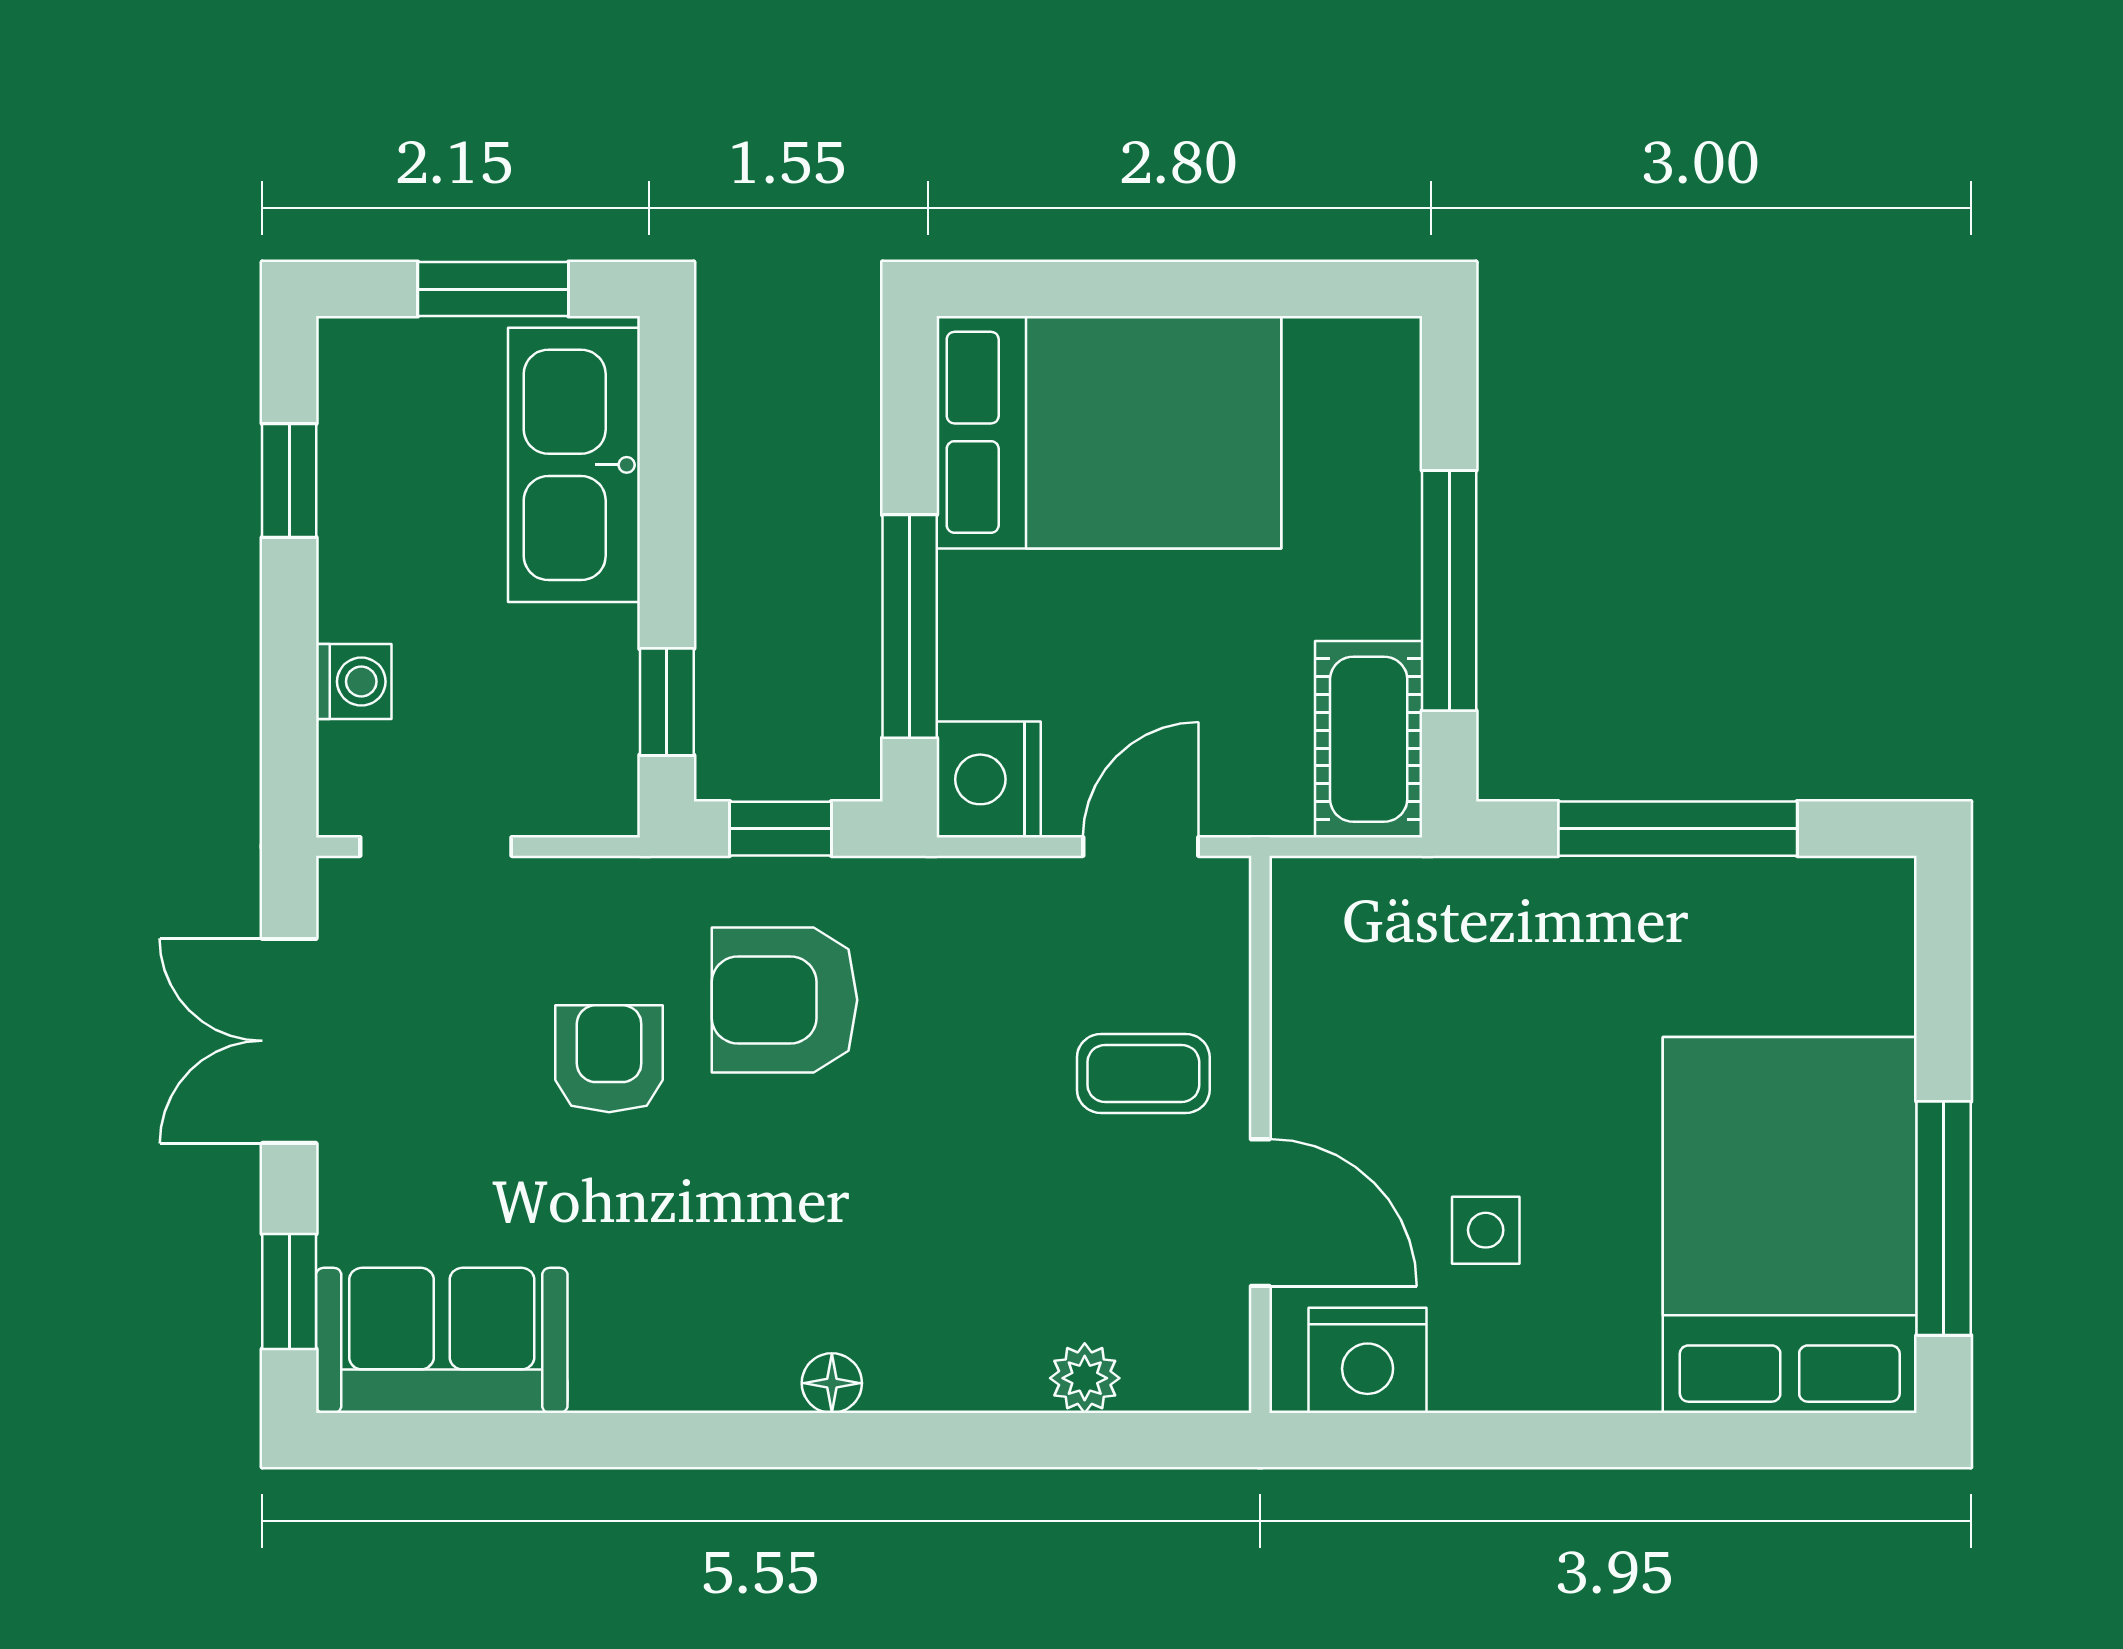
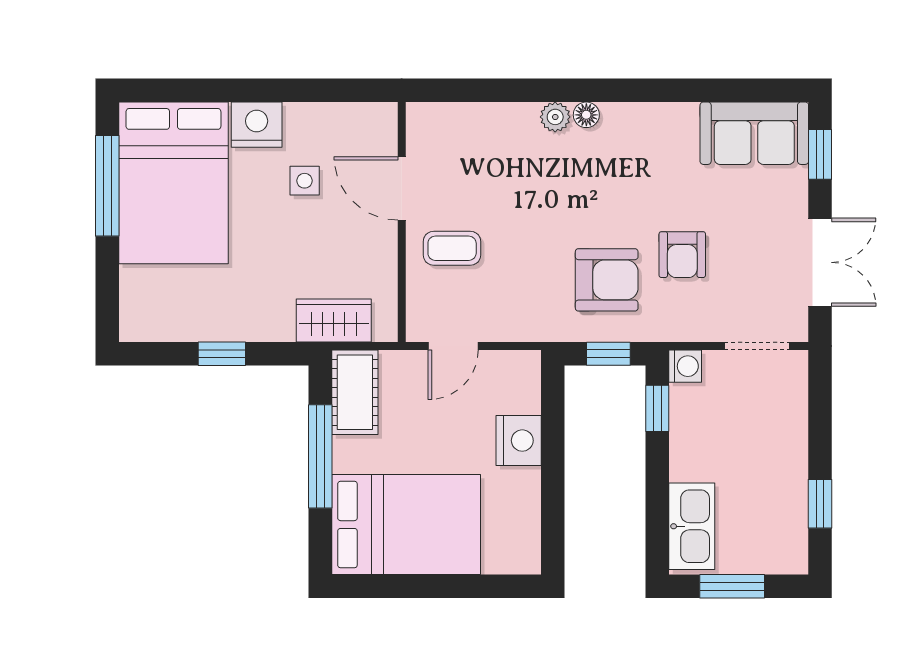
bed: (1109, 432) -> (406, 525), moved, turned 180
kitchen sink: (574, 465) -> (692, 526), width x0.73, depth x0.81
window: (910, 626) -> (553, 441), removed
washing machine: (354, 682) -> (685, 366), moved, turned 180
nightstand: (989, 779) -> (519, 441), moved
window: (1678, 829) -> (222, 354), width x0.46
wardrobe: (1418, 906) -> (334, 320), added
nightstand: (1368, 1360) -> (257, 125), moved
plant: (1085, 1378) -> (555, 117), moved

